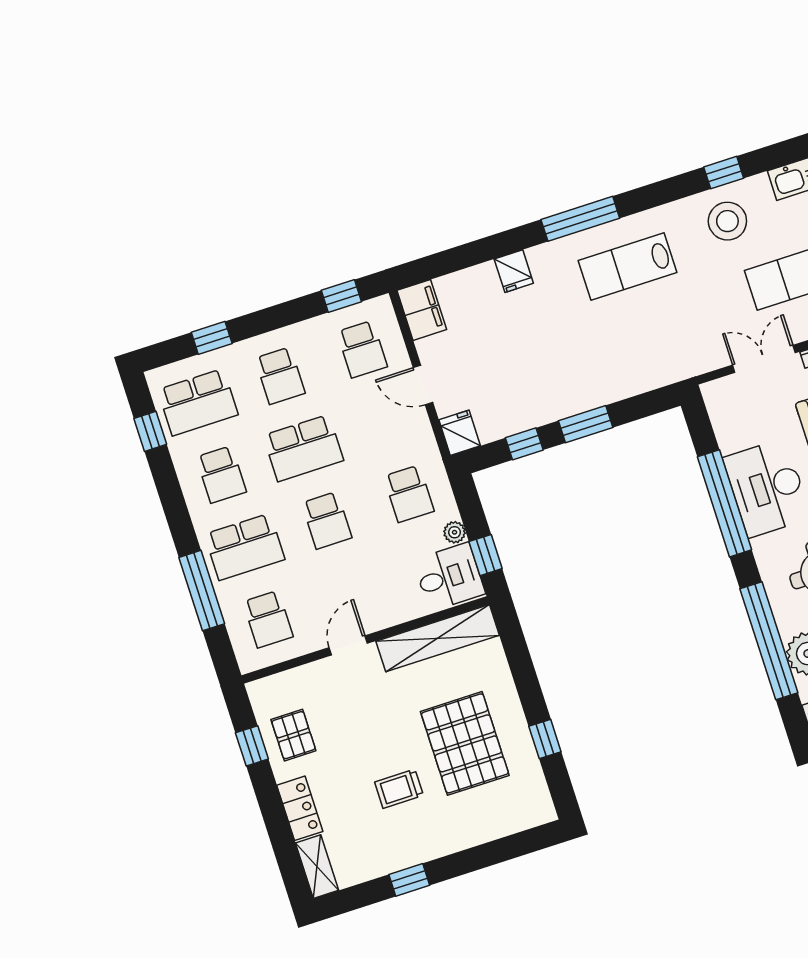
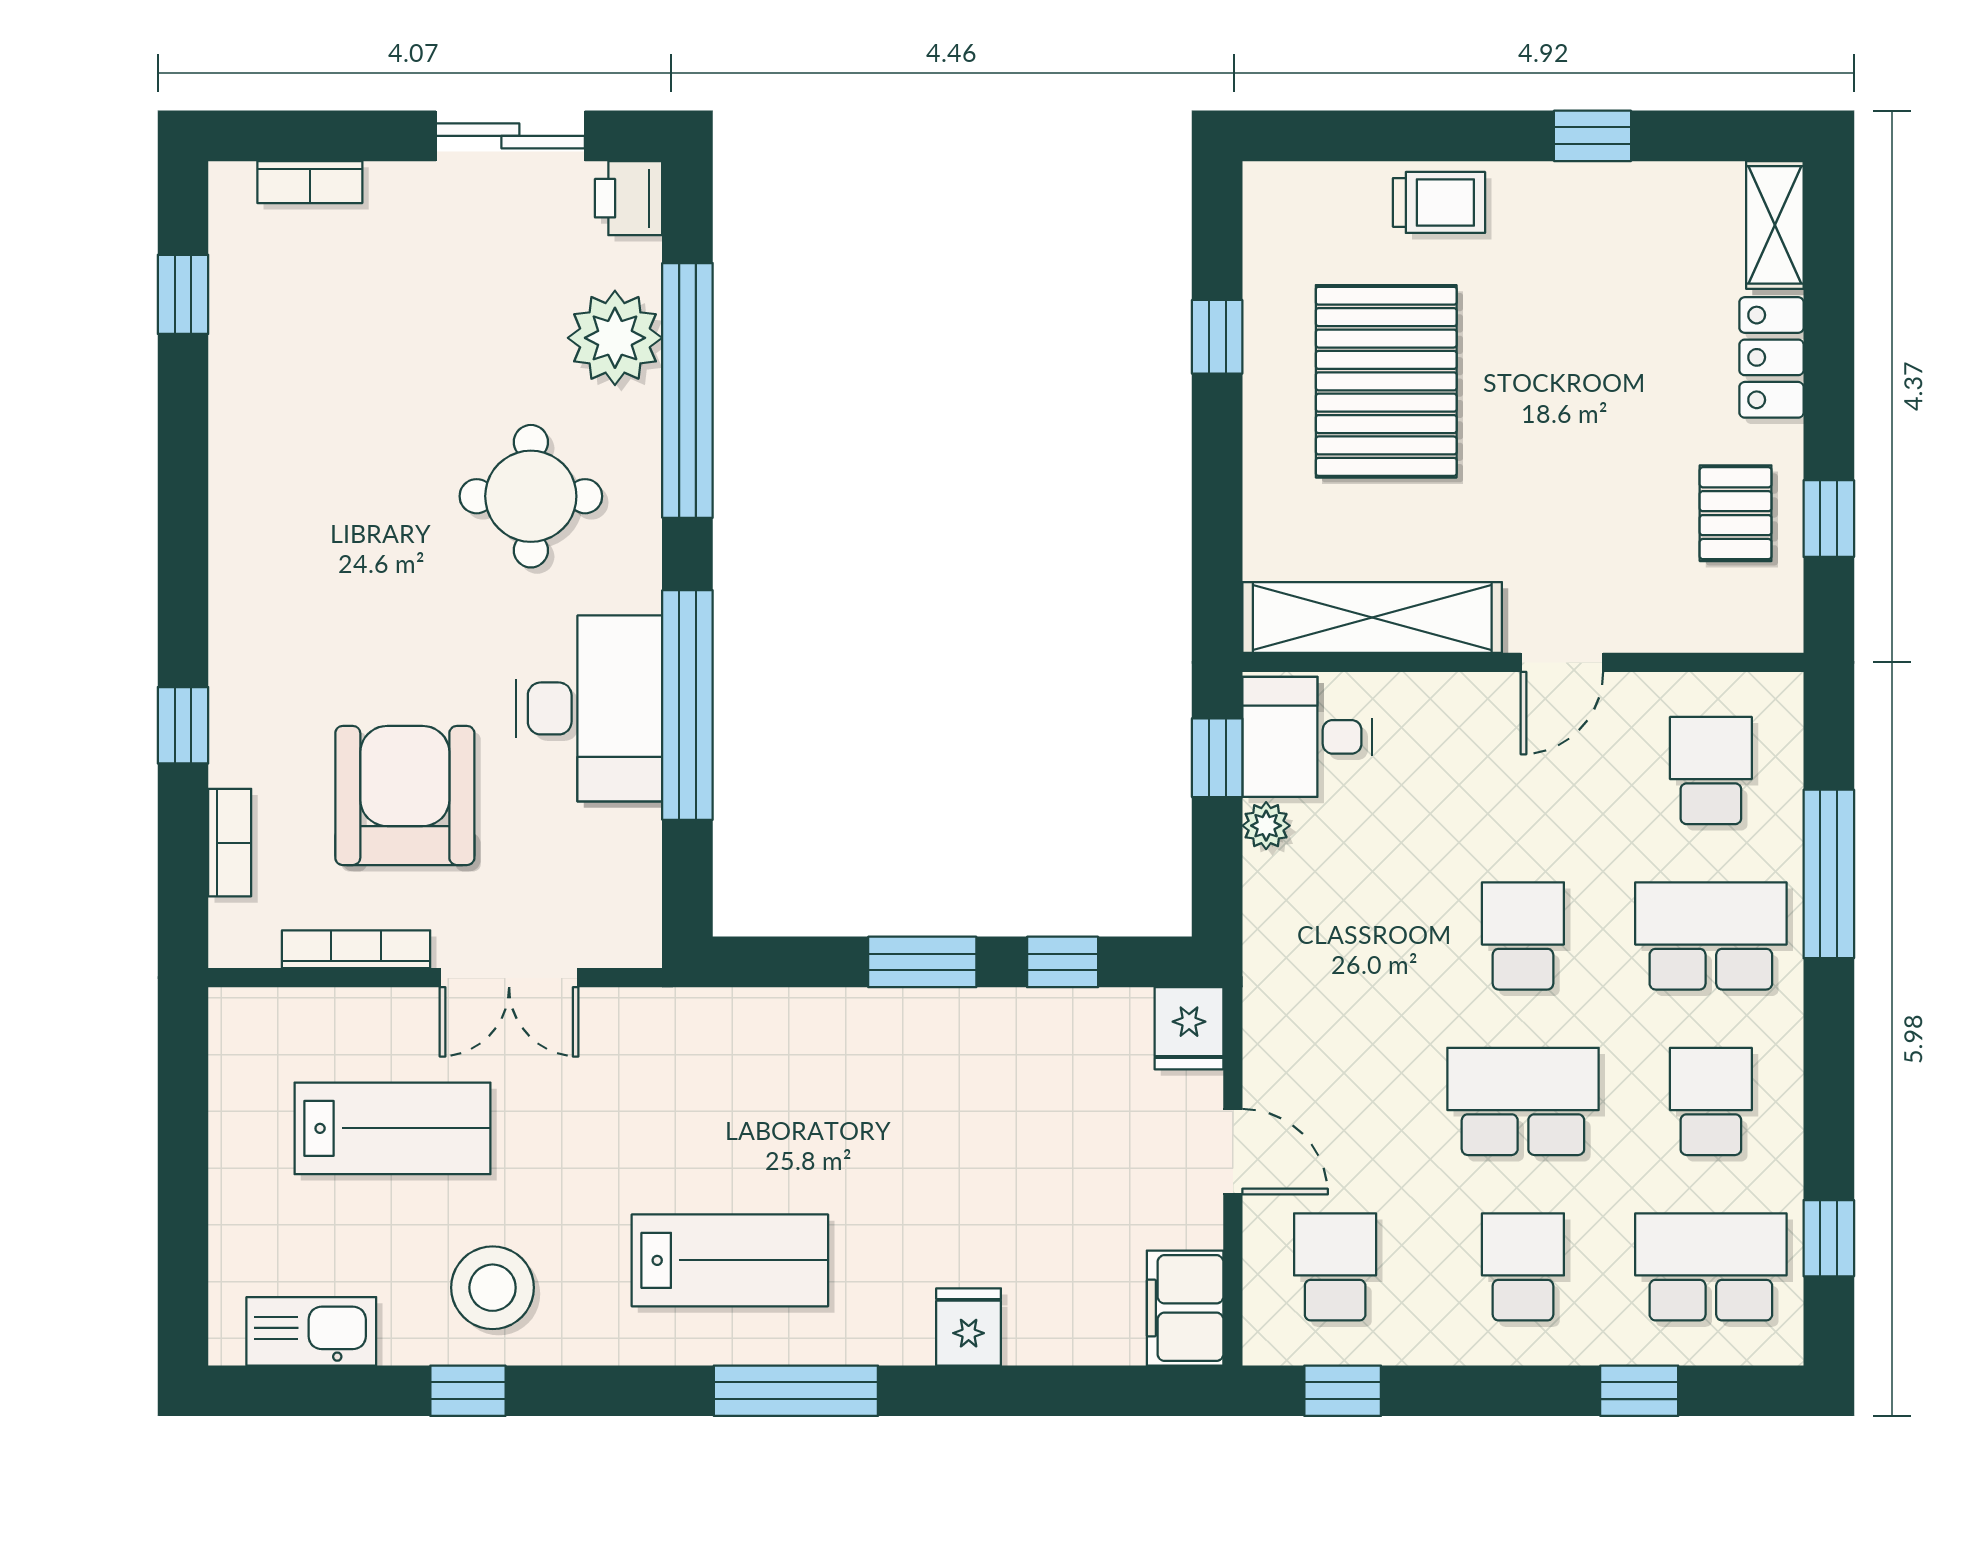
school desk: (409, 494) -> (1335, 936), removed
trolley: (399, 789) -> (1439, 202), moved

